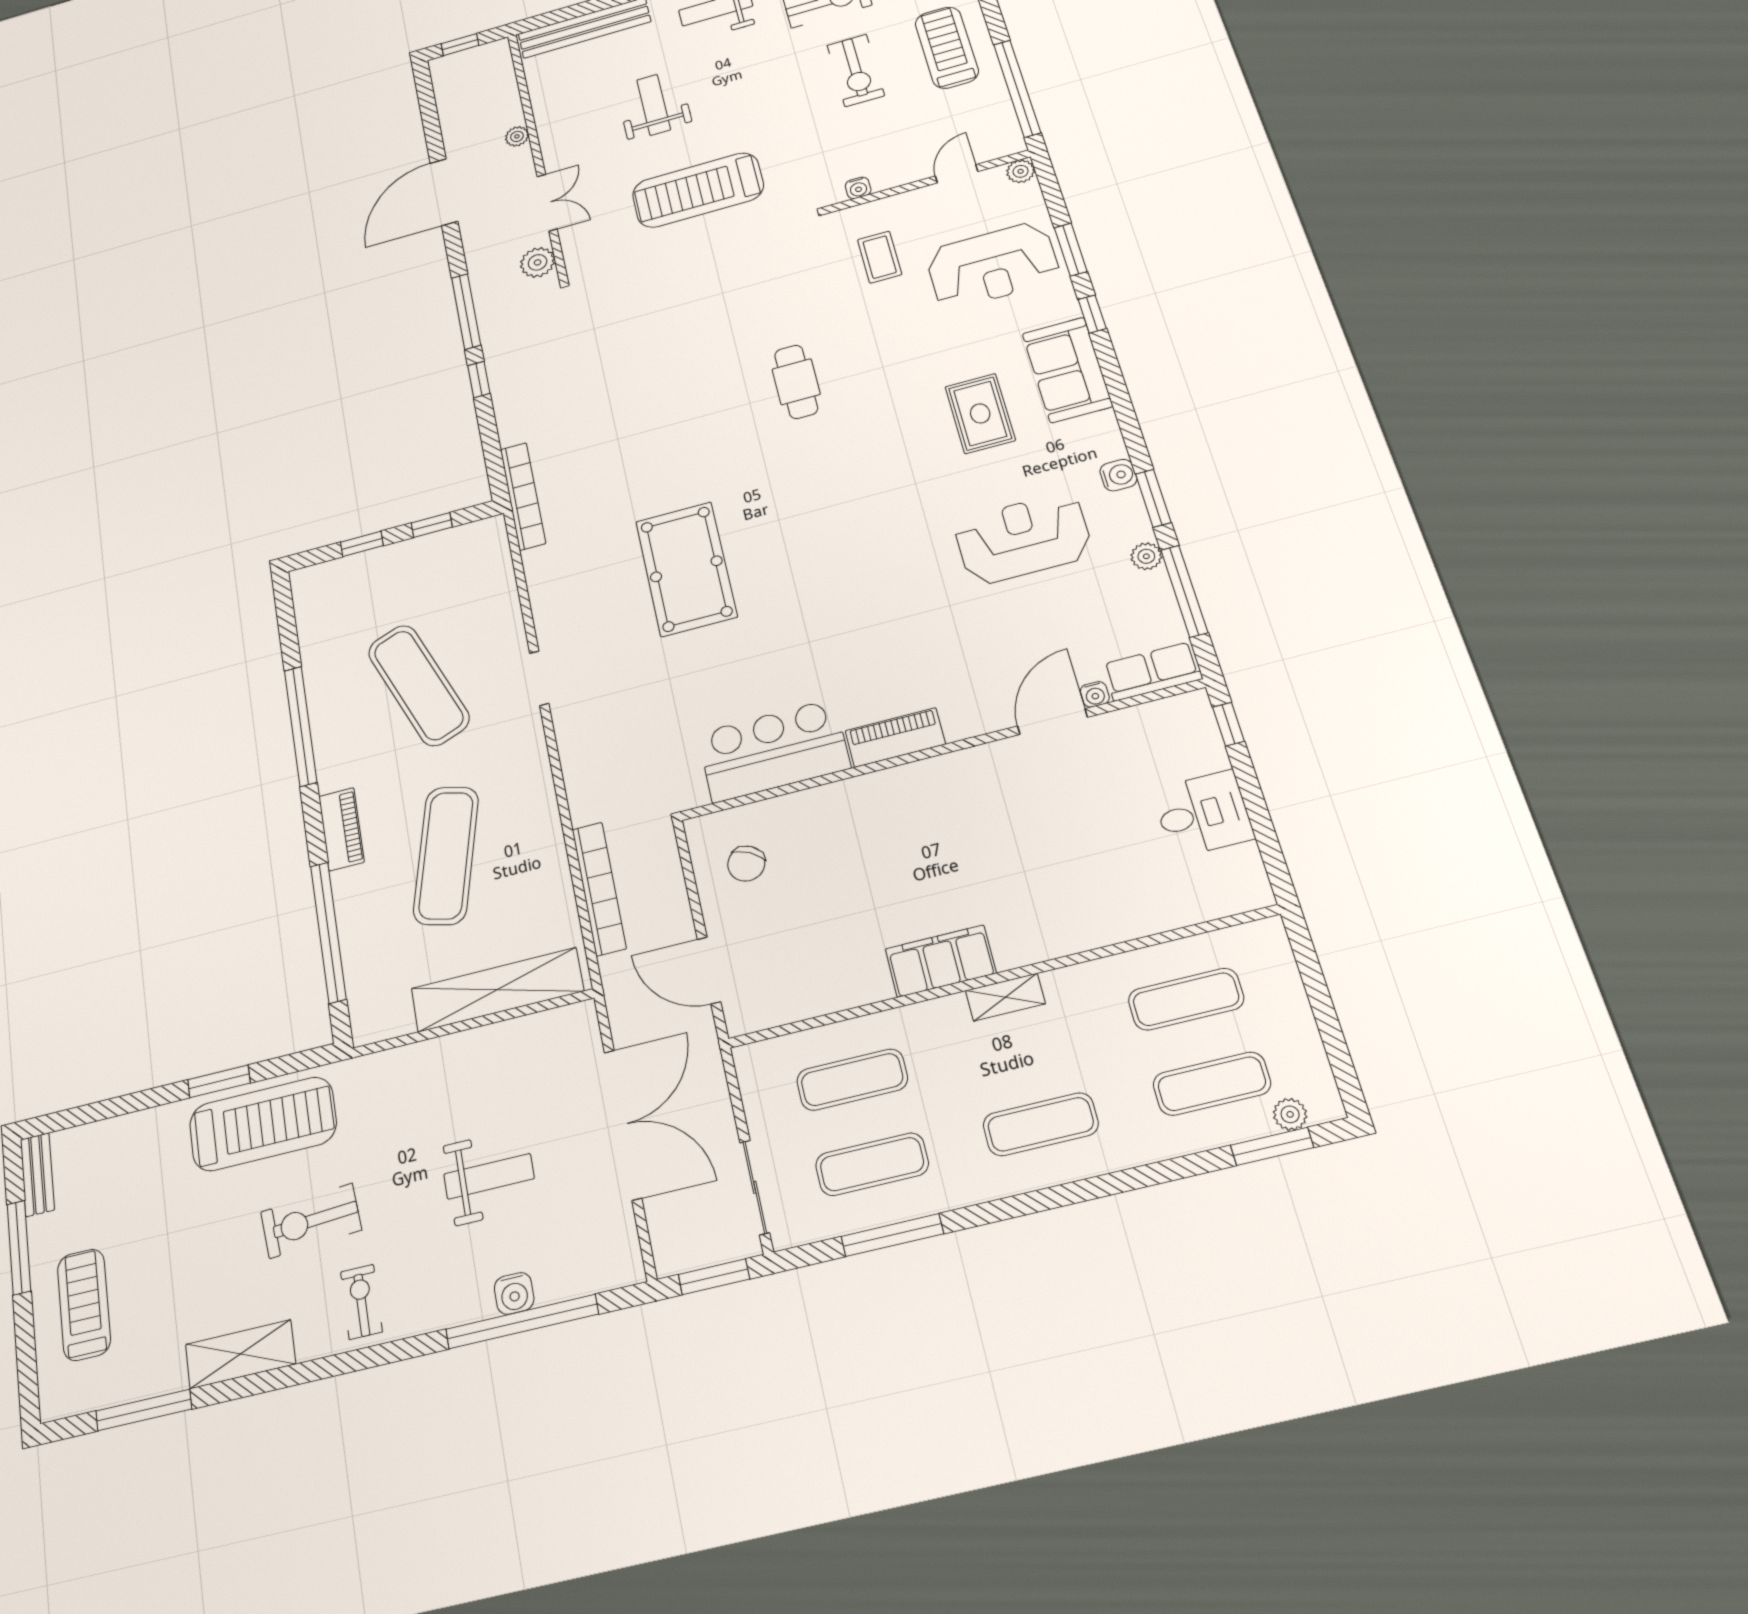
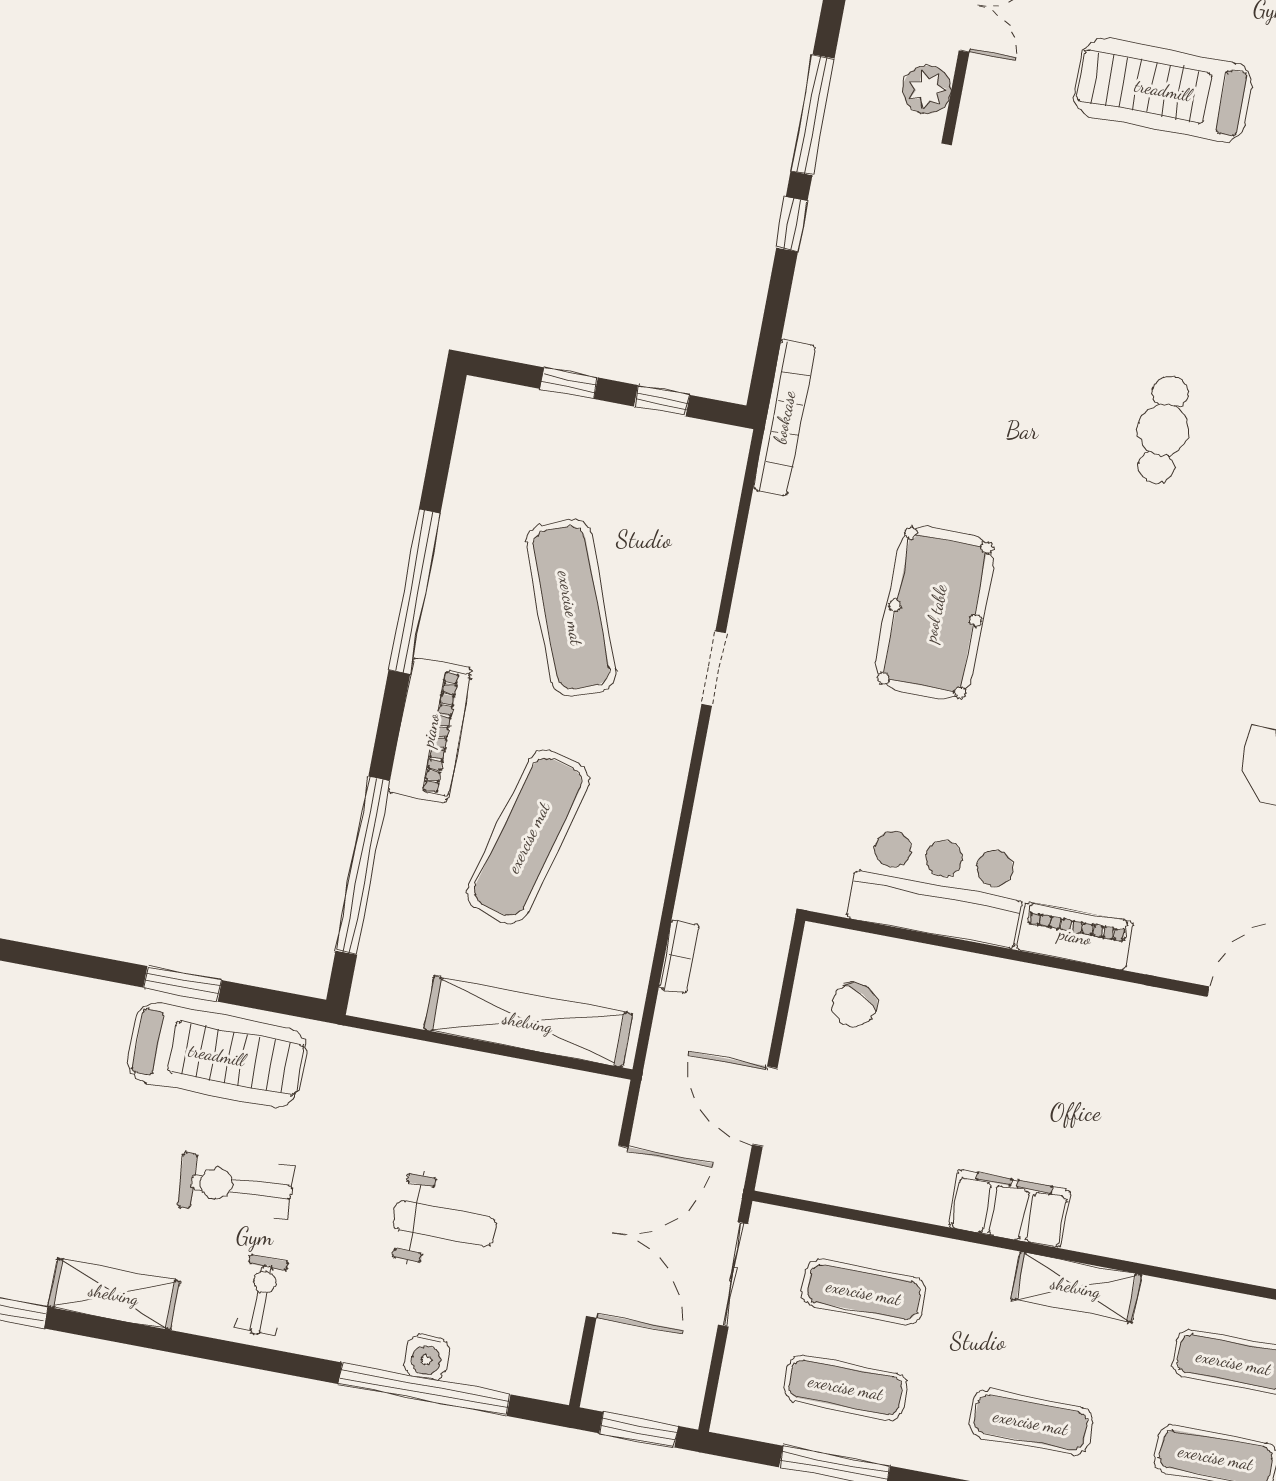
piano: (341, 829) -> (430, 730), width x1.37, depth x1.33
bookcase: (599, 889) -> (679, 957), width x0.43, depth x0.76
shelving: (1005, 997) -> (1076, 1287), width x1.50, depth x1.33
sliding door: (755, 1187) -> (733, 1274), moved

